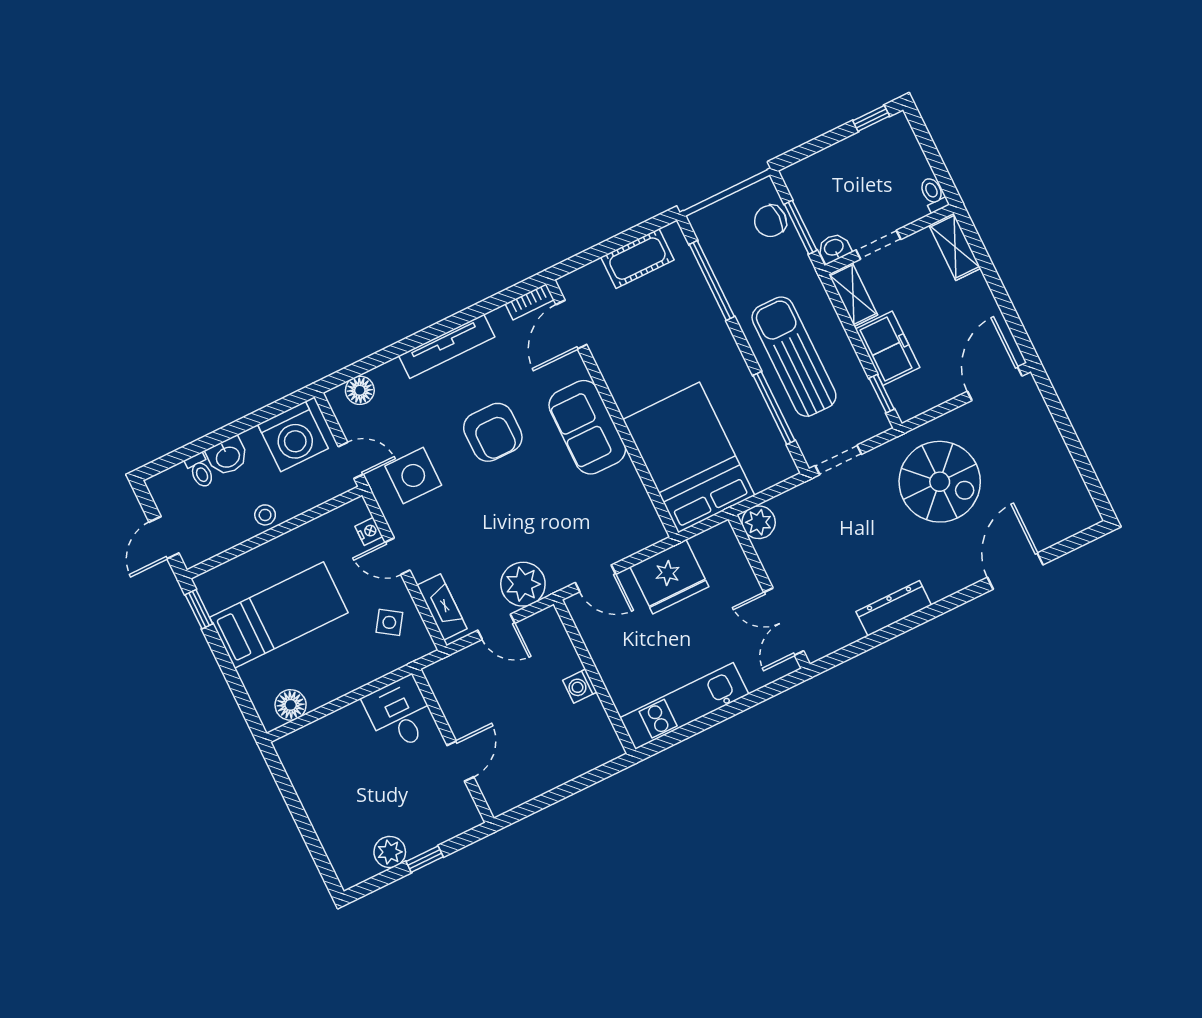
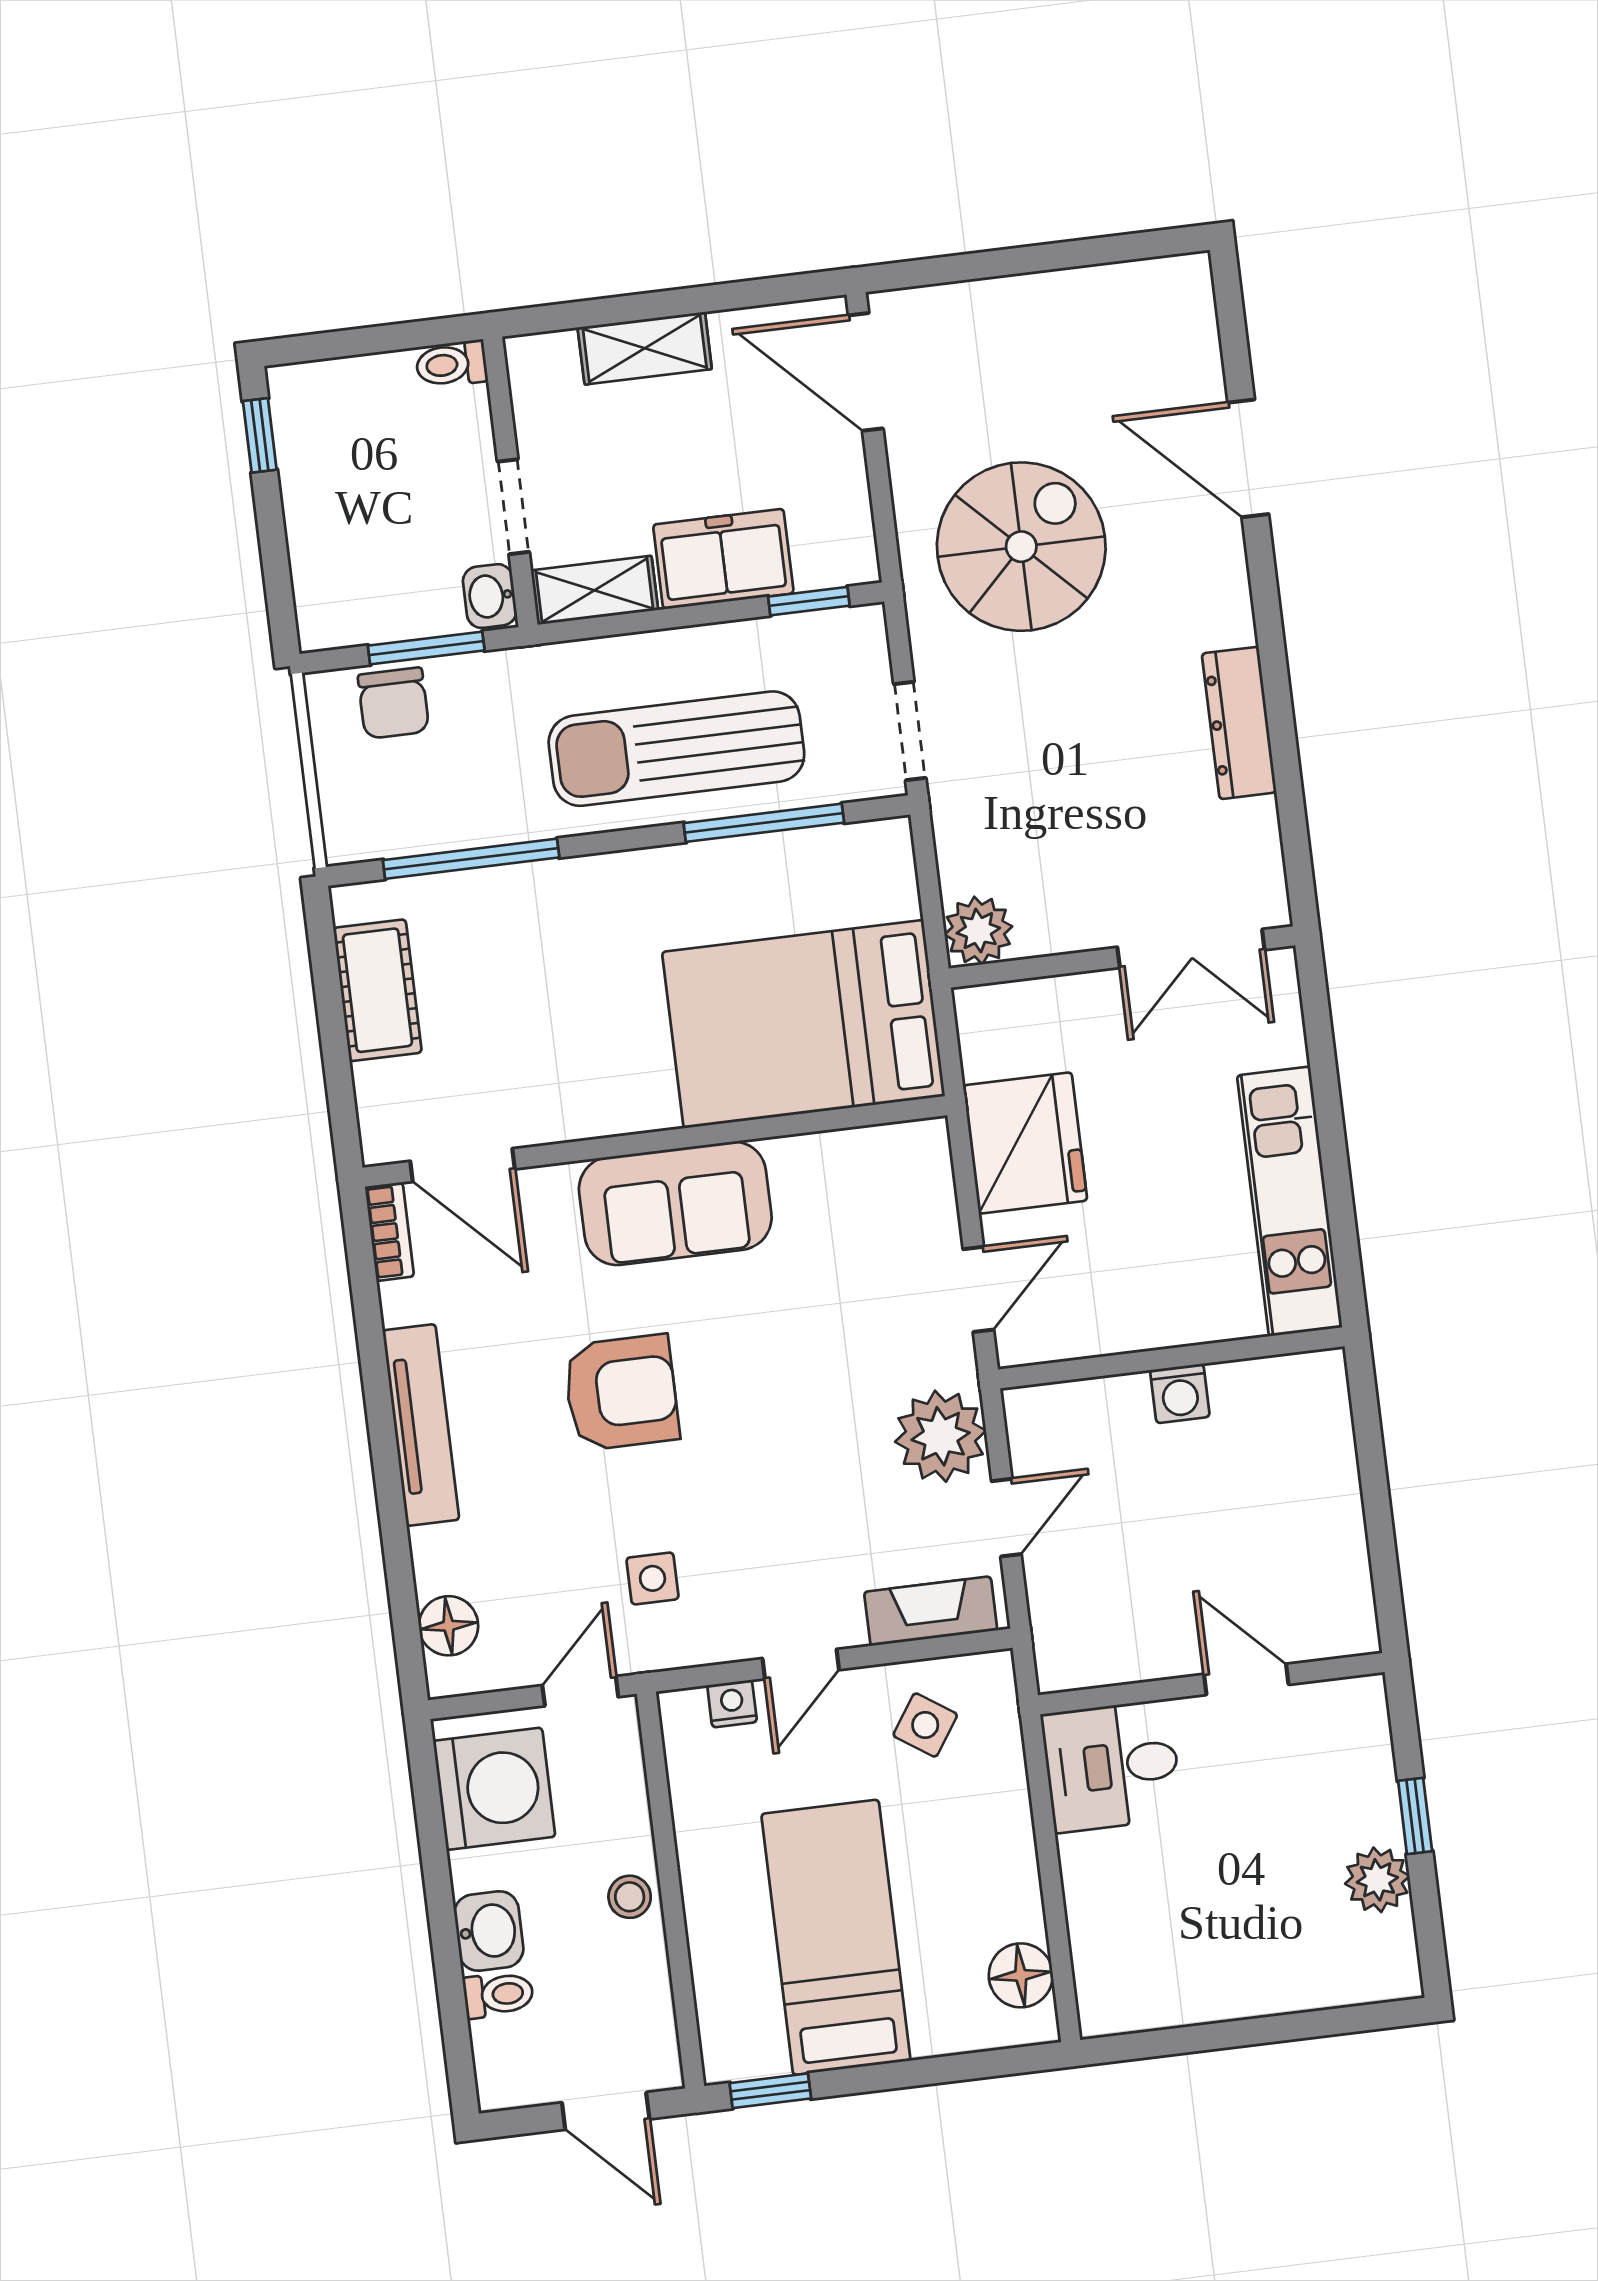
shelving: (955, 247) -> (645, 348), moved
side table: (413, 476) -> (652, 1578), width x0.54, depth x0.54

